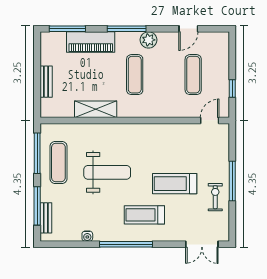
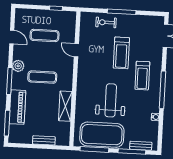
door: (210, 120) -> (76, 50), moved
exercise mat: (58, 162) -> (102, 135), width x2.00, depth x1.45
exercise bike: (215, 197) -> (106, 22), moved

